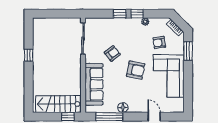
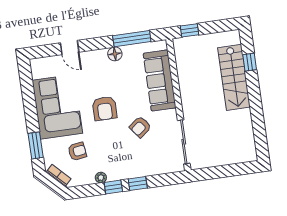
window: (29, 55) -> (250, 62), moved
armchair: (136, 70) -> (105, 108), turned -101
stairs: (58, 104) -> (234, 77), moved, turned 90

